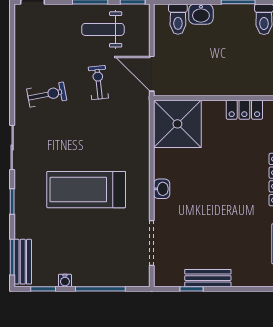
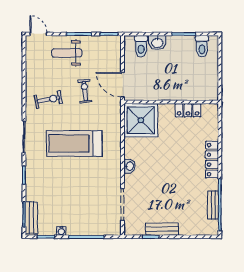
weight bench: (103, 29) -> (67, 53), moved
treadmill: (86, 190) -> (74, 143), moved

